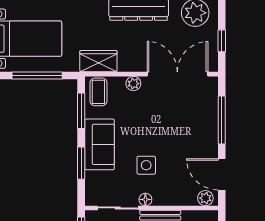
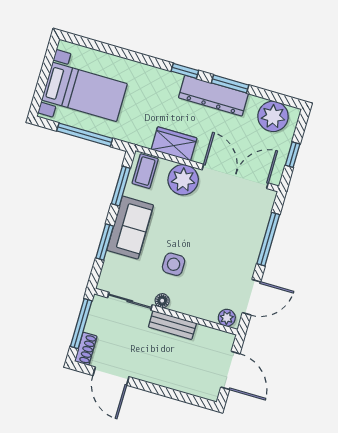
wardrobe: (98, 61) -> (174, 144), moved
plant: (133, 84) -> (183, 180), width x1.87, depth x1.87
door: (222, 174) -> (251, 297), swing flipped

